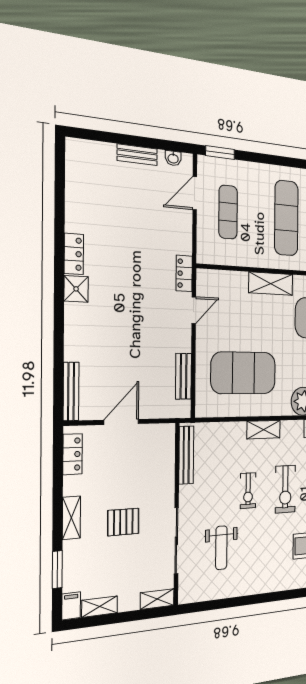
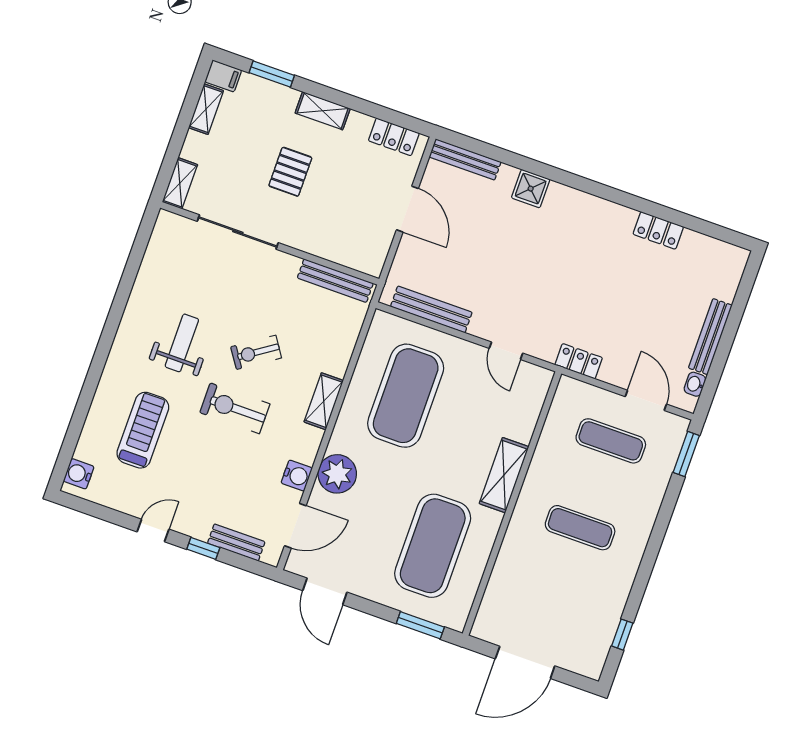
bench: (137, 155) -> (710, 337), width x1.36
exercise mat: (286, 218) -> (580, 528), width x0.73, depth x0.69
locker: (74, 254) -> (658, 230), moved
locker: (184, 273) -> (579, 361), moved
shower: (76, 289) -> (531, 189), moved
bench: (183, 376) -> (431, 309), width x1.36
exercise bike: (248, 491) -> (256, 352), turned -34
weight bench: (221, 548) -> (182, 343), moved, turned 90

